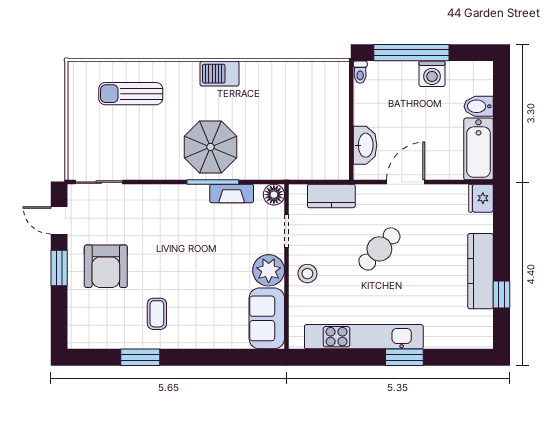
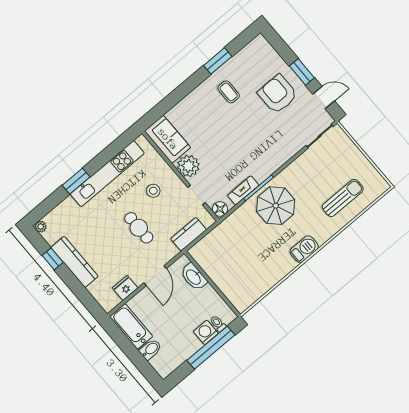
toilet: (360, 72) -> (218, 324), moved
washing machine: (432, 74) -> (206, 332), moved
fridge: (481, 198) -> (125, 288), moved, turned -90
cafe table: (379, 249) -> (139, 228), turned -43
stool: (307, 274) -> (153, 191), moved
plant: (485, 341) -> (41, 227), added

